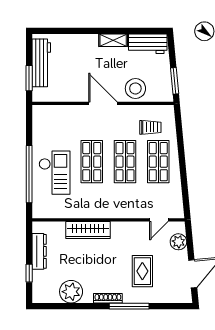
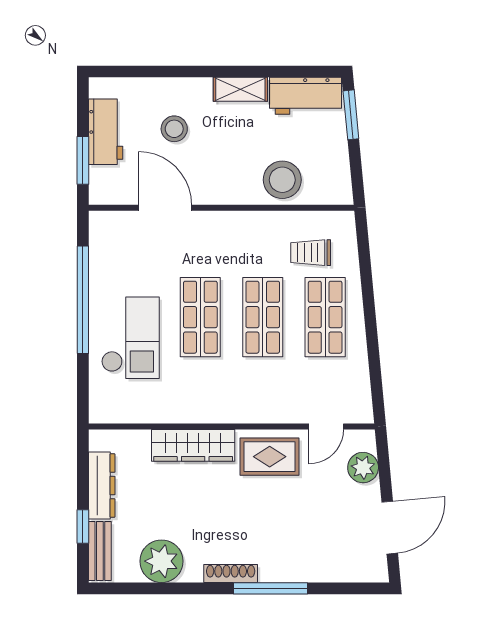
stool: (78, 61) -> (174, 129), added
workbench: (41, 63) -> (106, 132), width x0.73
window: (175, 81) -> (351, 115), moved
door: (103, 103) -> (165, 208), moved
trolley: (150, 127) -> (311, 253), turned 180
window: (29, 174) -> (83, 300), moved
rug: (142, 271) -> (270, 457), moved, turned 90
bench: (38, 286) -> (100, 551), added

